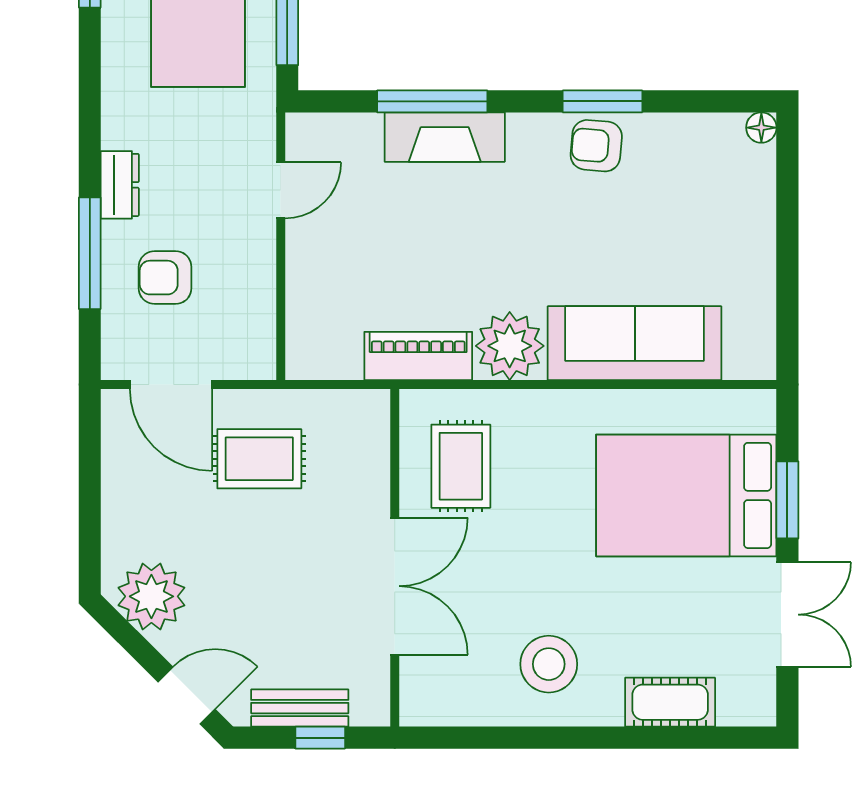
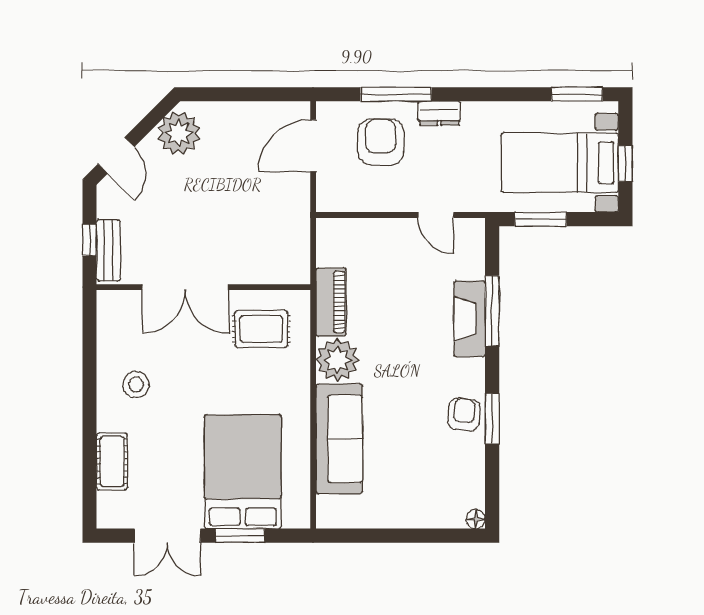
armchair: (165, 278) -> (381, 142), width x1.38, depth x1.38
rug: (259, 459) -> (266, 201), removed
stool: (549, 664) -> (136, 385), width x0.73, depth x0.73
bench: (300, 708) -> (108, 250), moved

